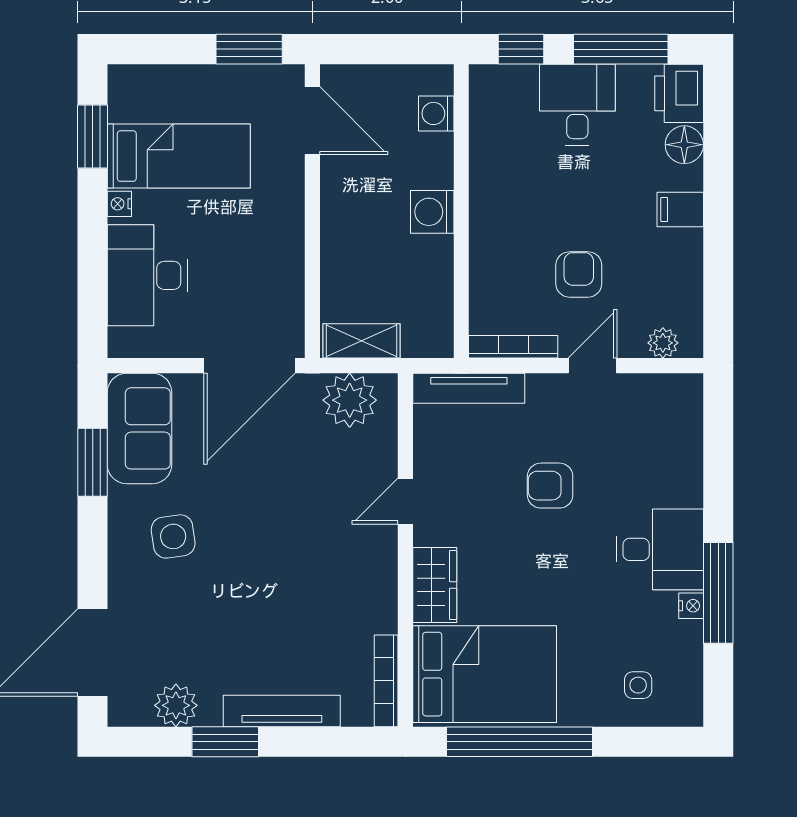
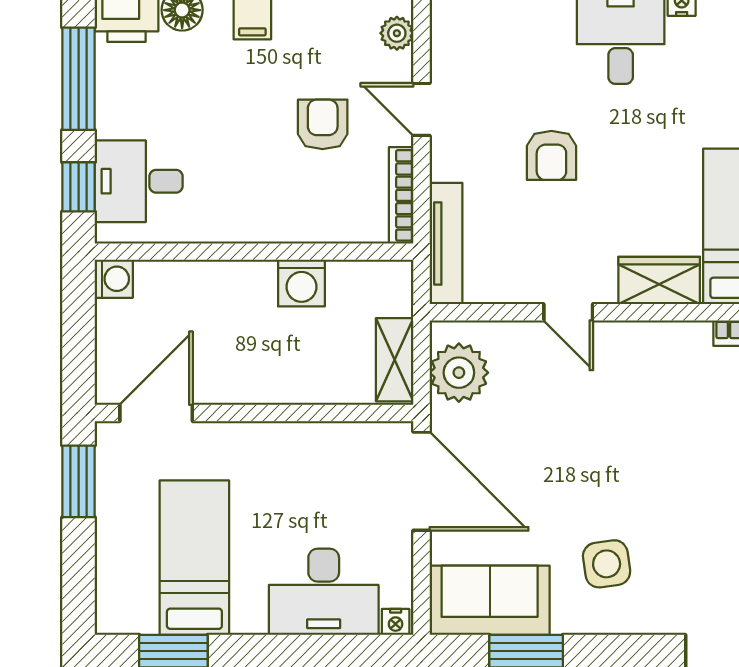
desk: (577, 105) -> (139, 181), moved
washing machine: (436, 113) -> (114, 279), moved, turned -90
nightstand: (119, 204) -> (396, 622), moved
washing machine: (432, 212) -> (301, 283), moved
armchair: (579, 274) -> (323, 124), turned 90

